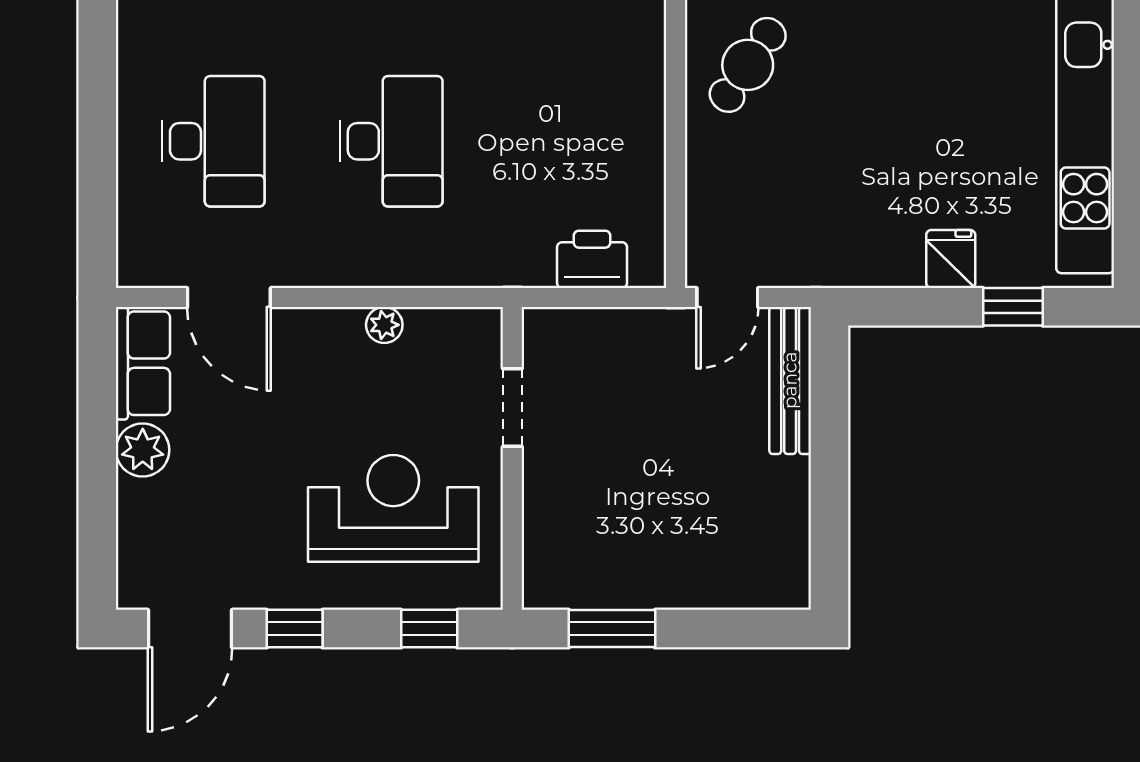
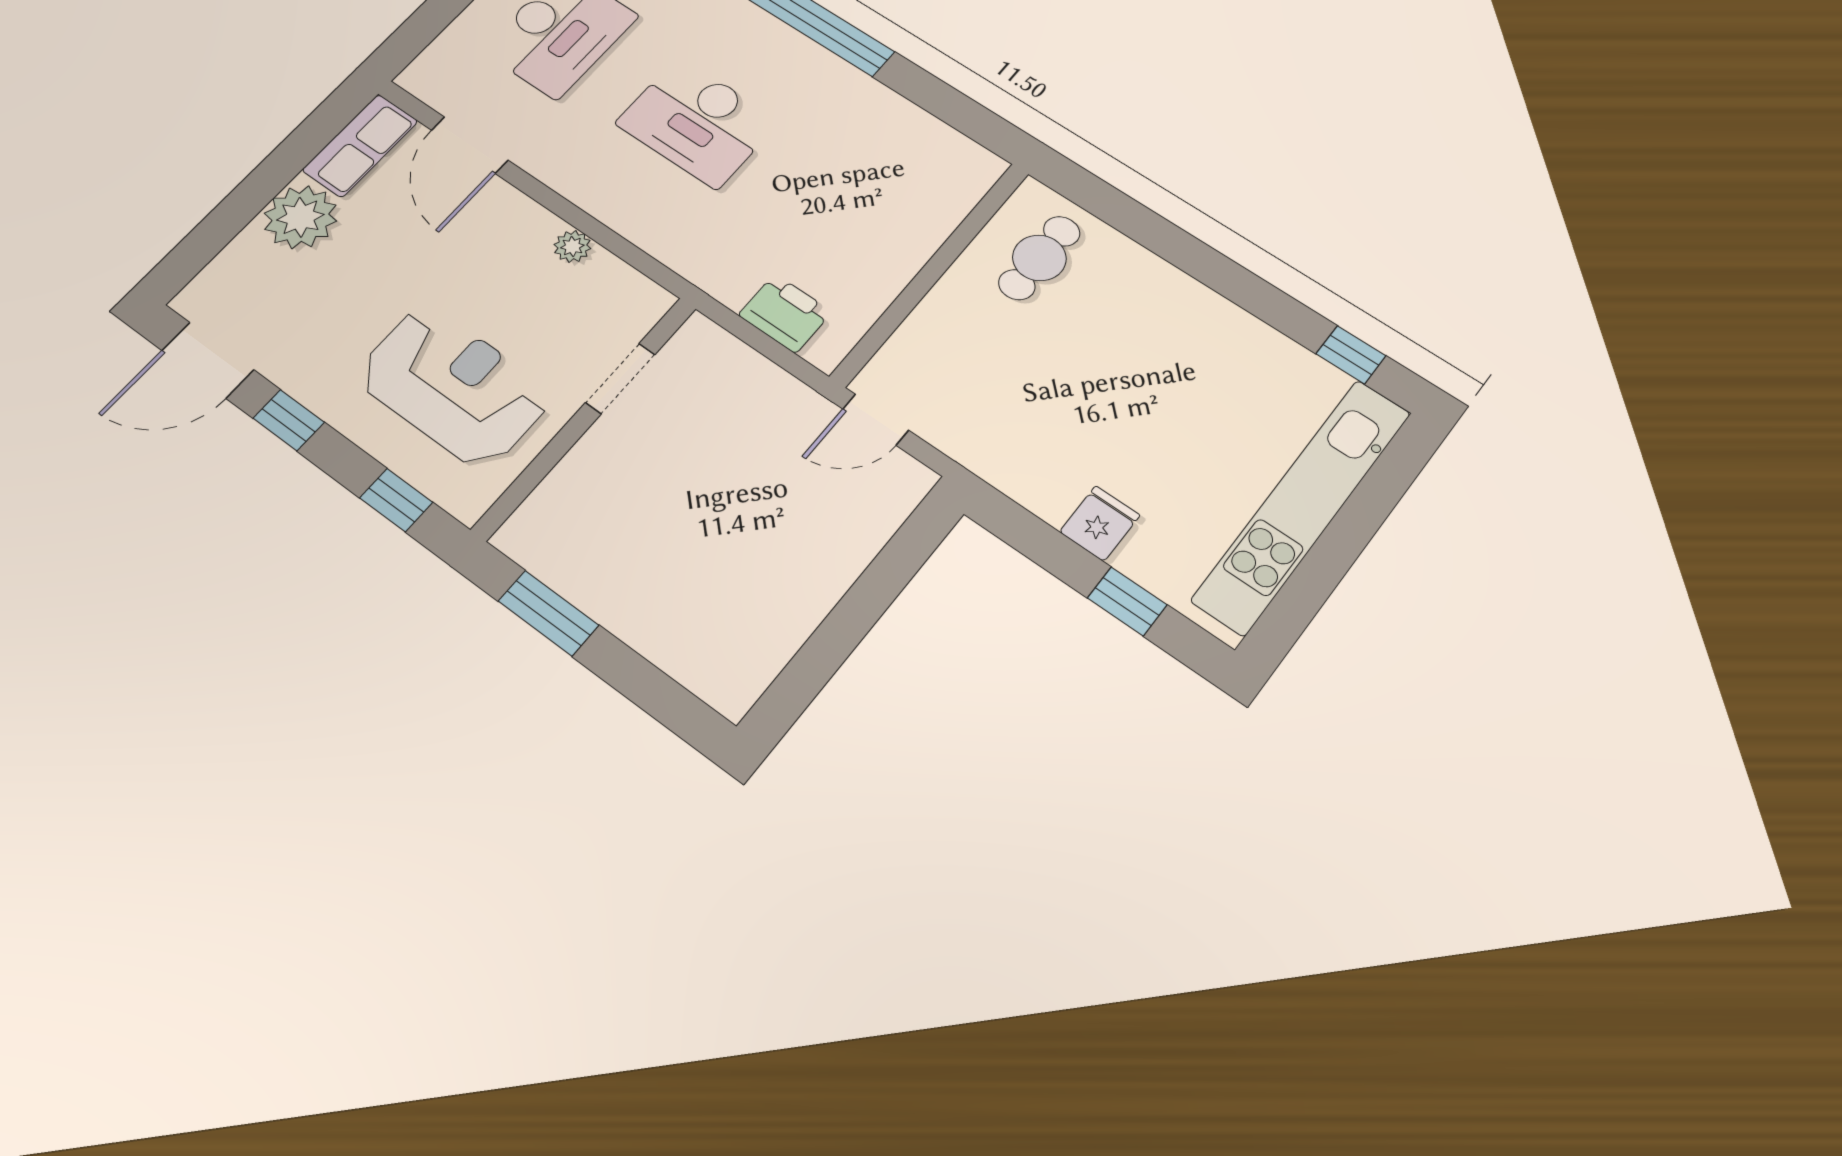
cafe table: (748, 65) -> (1039, 258), turned -34
desk: (391, 141) -> (698, 122), turned 90
bench: (790, 380) -> (876, 522), removed
plant: (143, 450) -> (300, 217), width x1.36, depth x1.36

